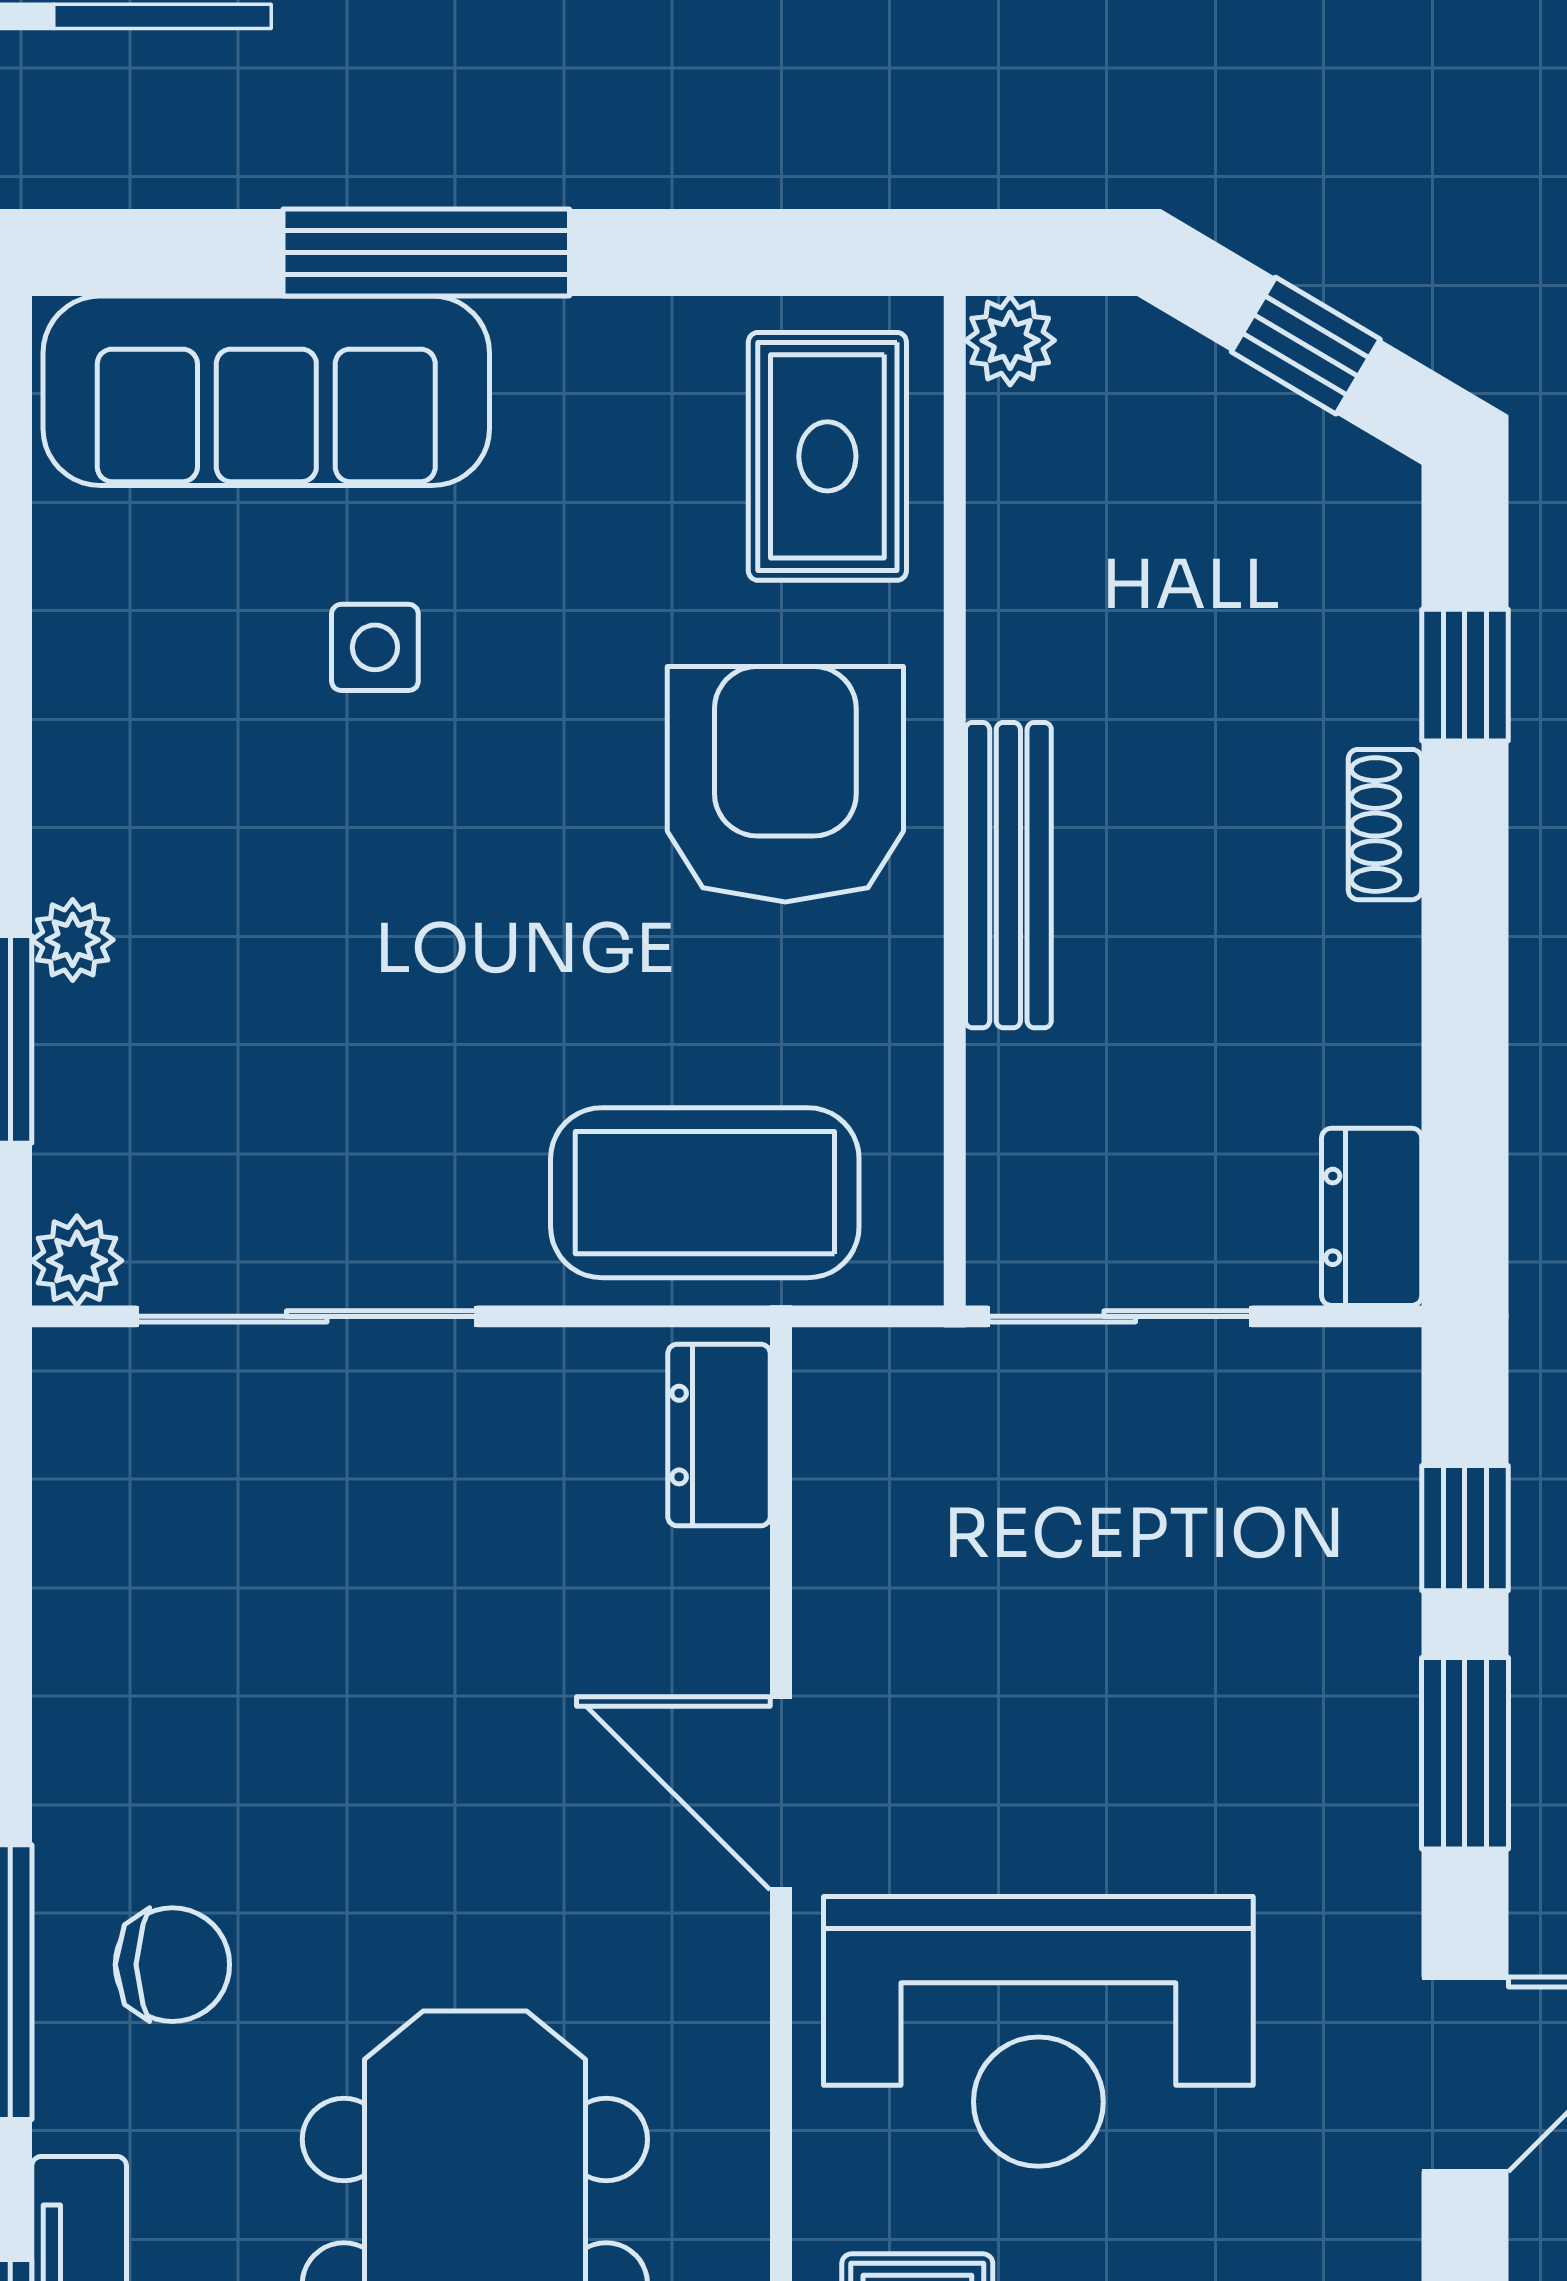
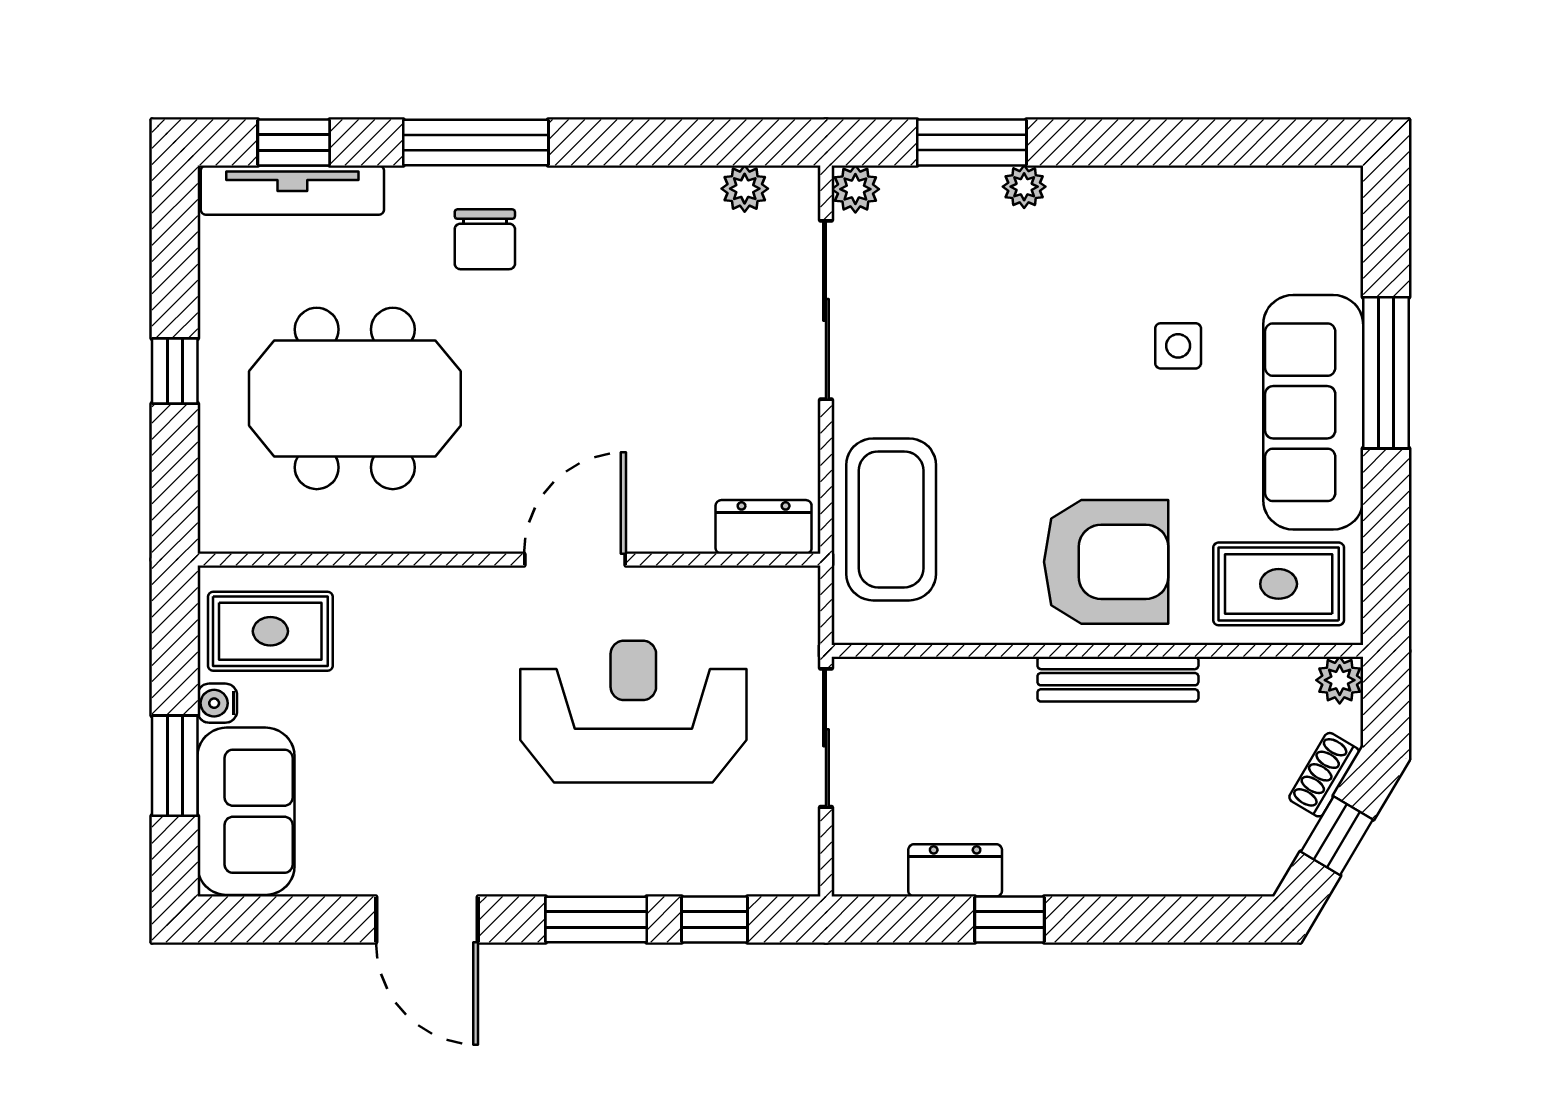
sofa: (266, 391) -> (1313, 412), moved
window: (1465, 675) -> (1009, 919), moved
shoe rack: (1385, 825) -> (1324, 775), moved, turned -59
bench: (1008, 875) -> (1118, 679), moved
dresser: (1372, 1217) -> (955, 870), moved
plant: (76, 1471) -> (745, 189), added
reception desk: (1038, 2031) -> (633, 712), moved, turned 90

